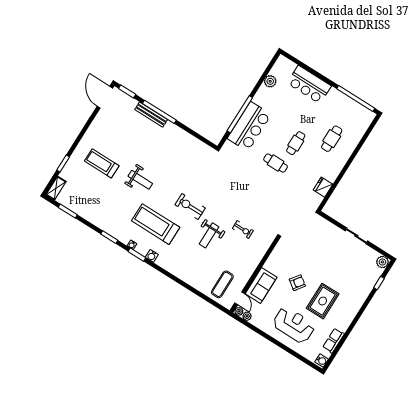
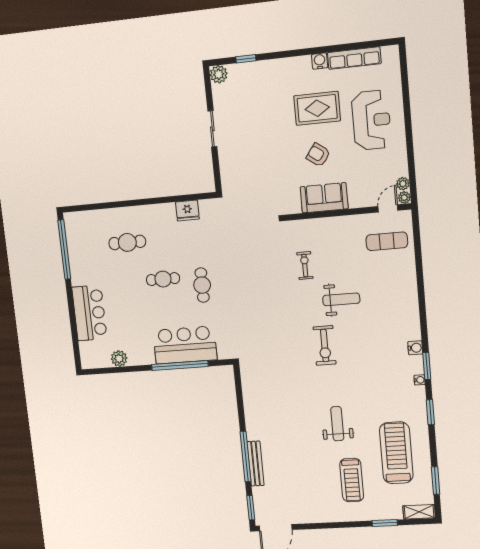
treadmill: (156, 224) -> (396, 453), moved, turned 180
sofa: (261, 285) -> (324, 198), moved
reception desk: (294, 325) -> (371, 120), turned 180
row of seats: (333, 341) -> (354, 58), width x1.48
water cooler: (322, 361) -> (320, 61), moved

